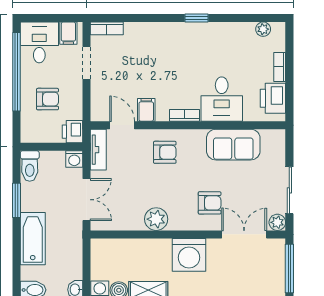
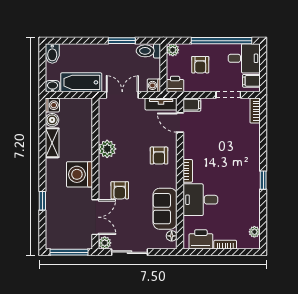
filing cabinet: (146, 110) -> (192, 105), moved
door: (122, 125) -> (180, 123), swing flipped
plant: (28, 135) -> (173, 50), added
floor lamp: (268, 136) -> (172, 236), added
double door: (87, 200) -> (122, 95), swing flipped
bathtub: (33, 239) -> (81, 82), moved, turned 180

